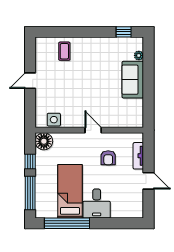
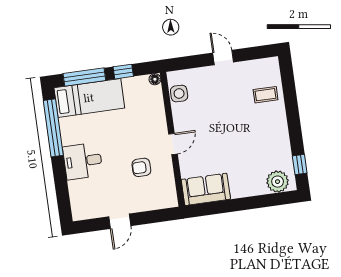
plant: (139, 55) -> (278, 182), width x1.87, depth x1.87
sofa: (133, 80) -> (206, 189), moved
floor lamp: (44, 141) -> (155, 79), width x0.53, depth x0.53
tv unit: (138, 156) -> (149, 204), removed
bed: (70, 191) -> (89, 98), moved

